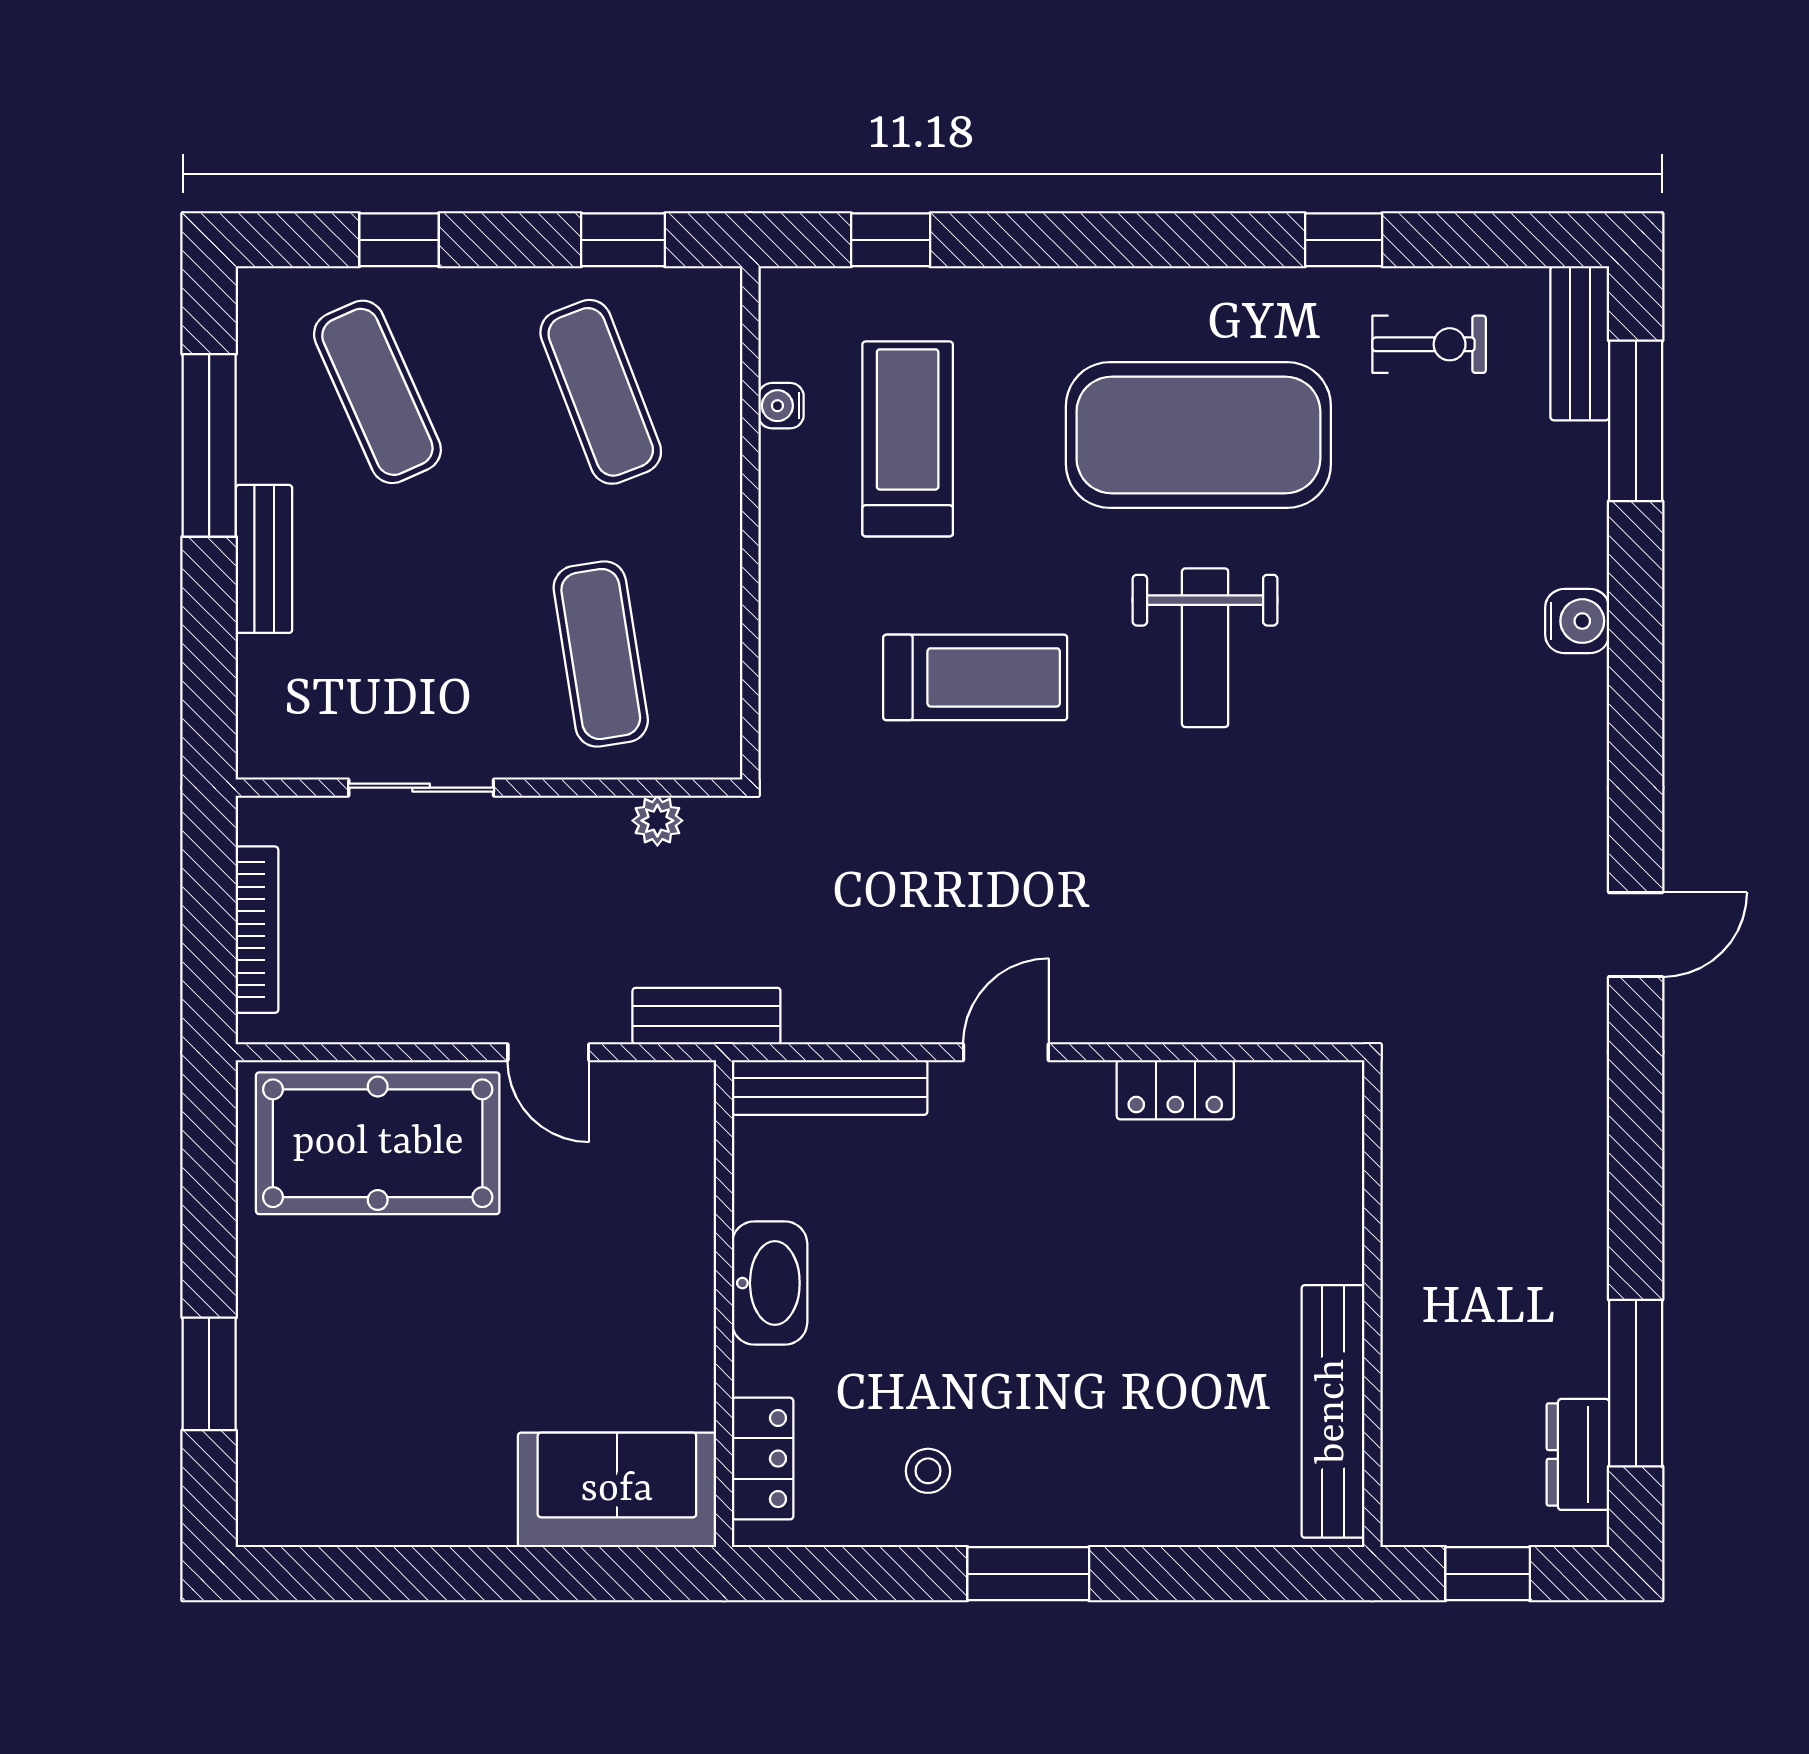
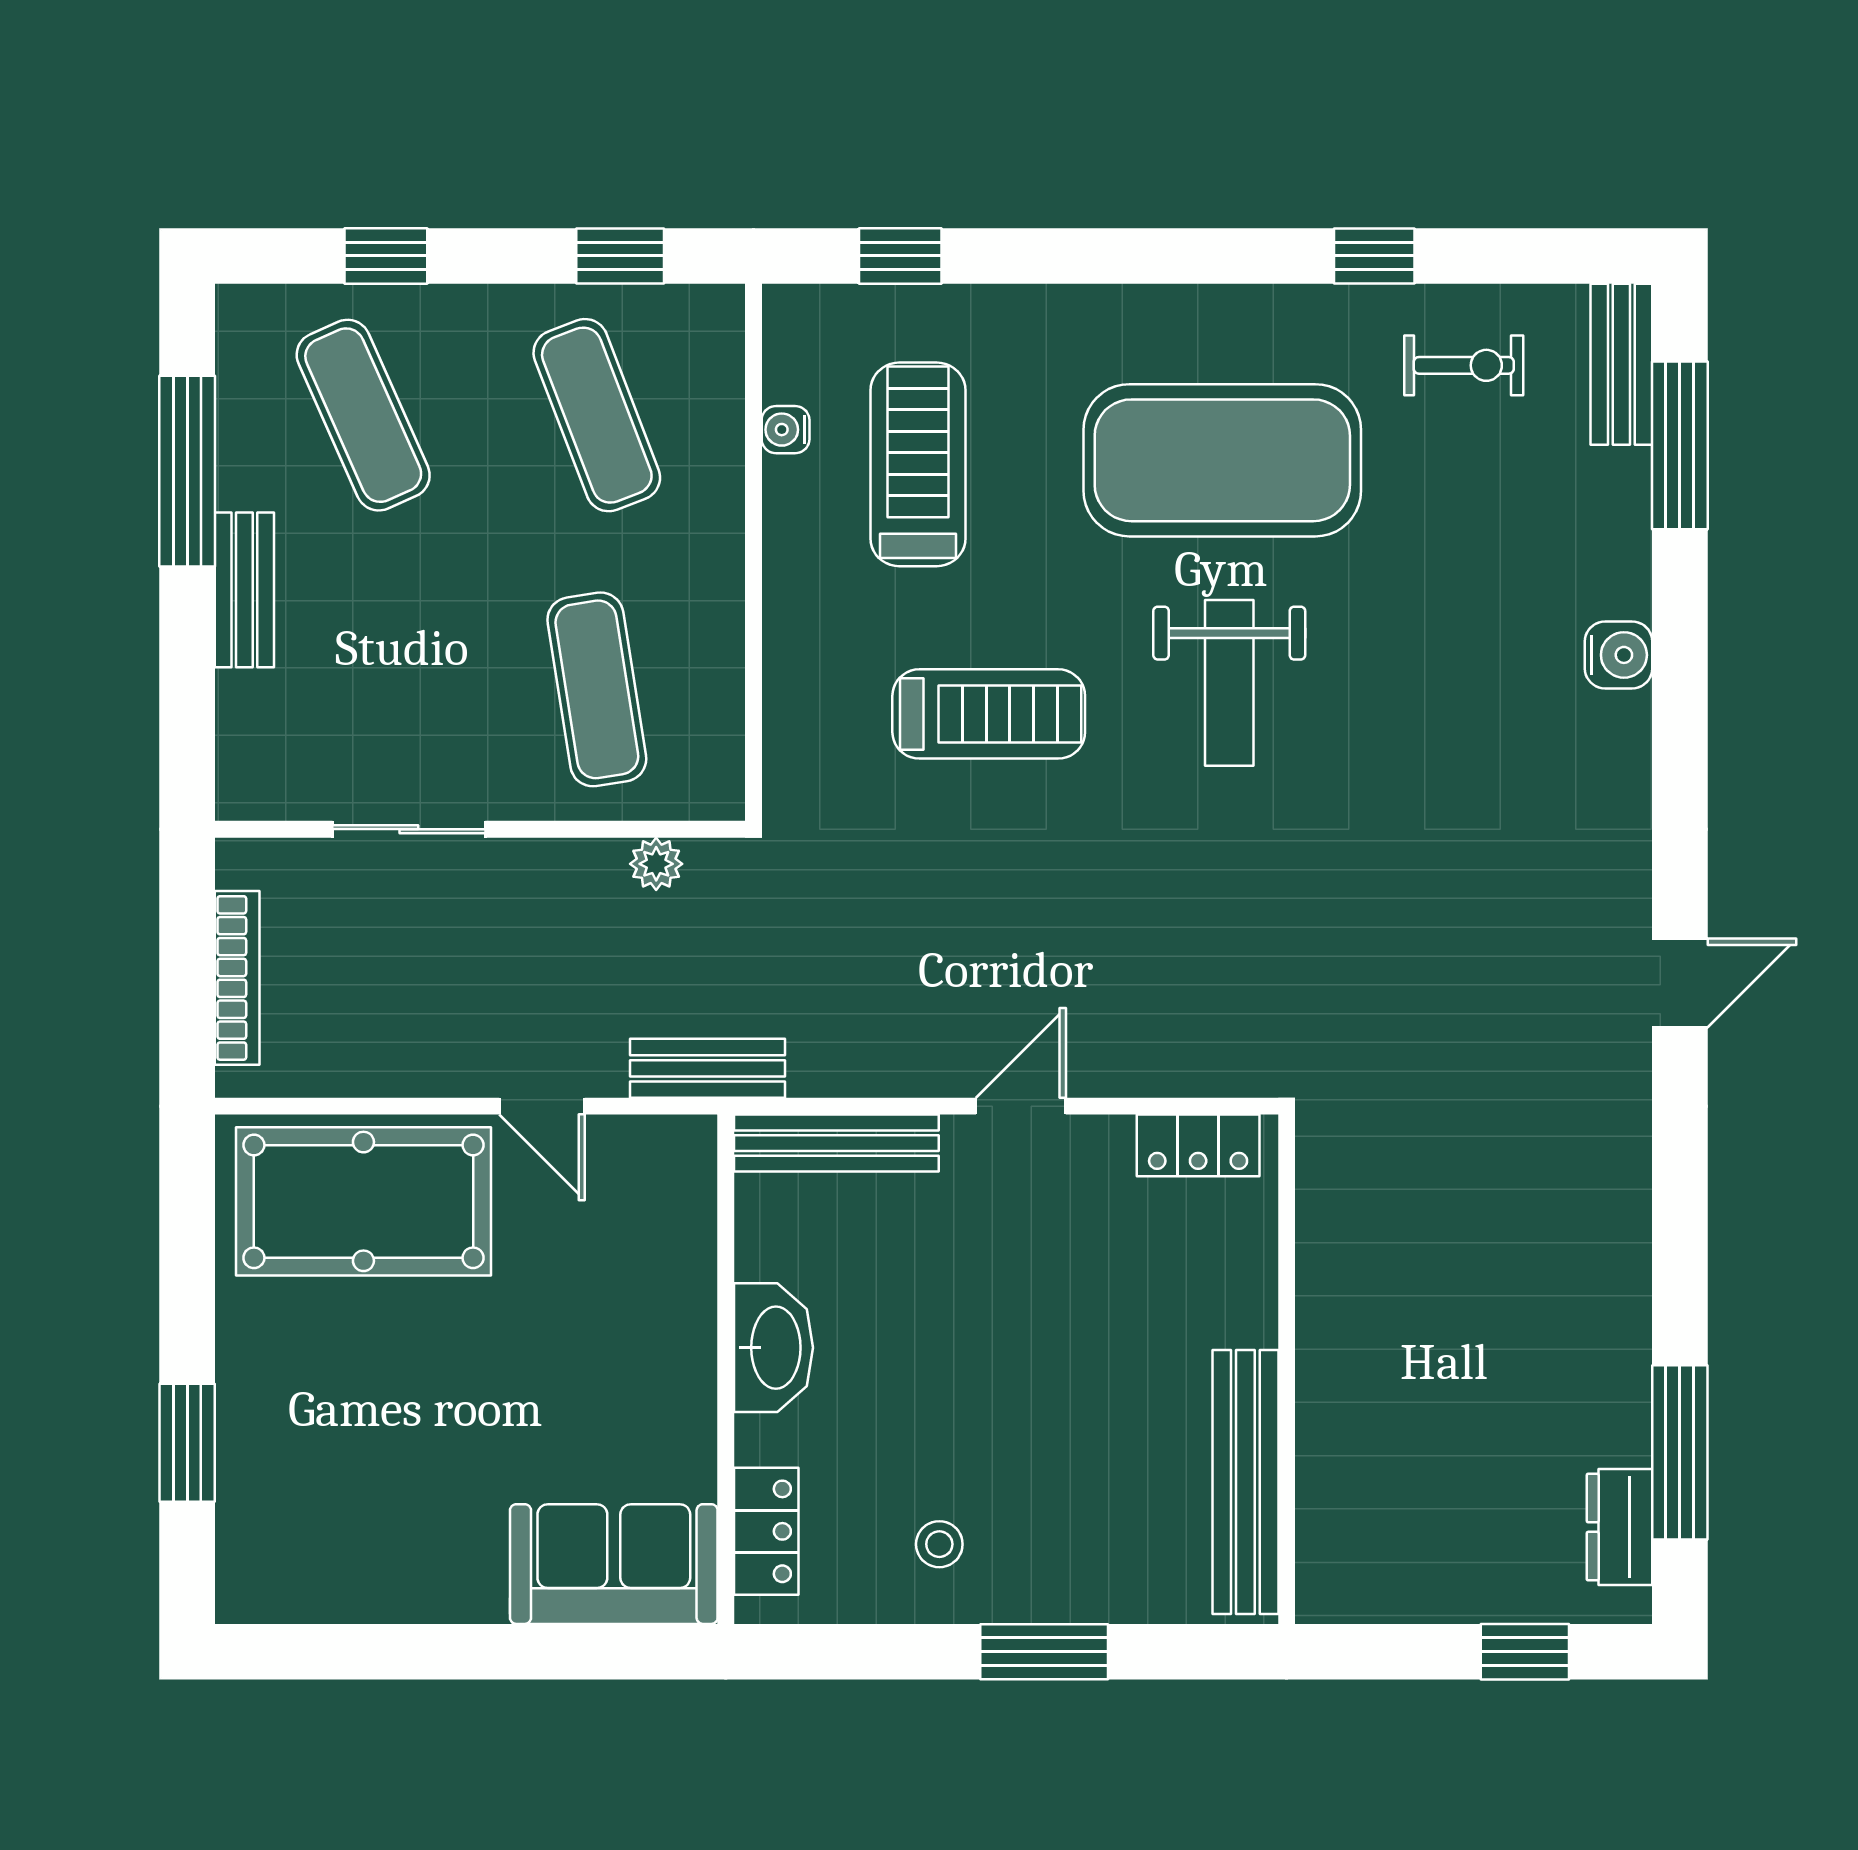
wall: (1372, 1304) -> (1287, 1369), moved
bench: (1333, 1411) -> (1245, 1482), moved

